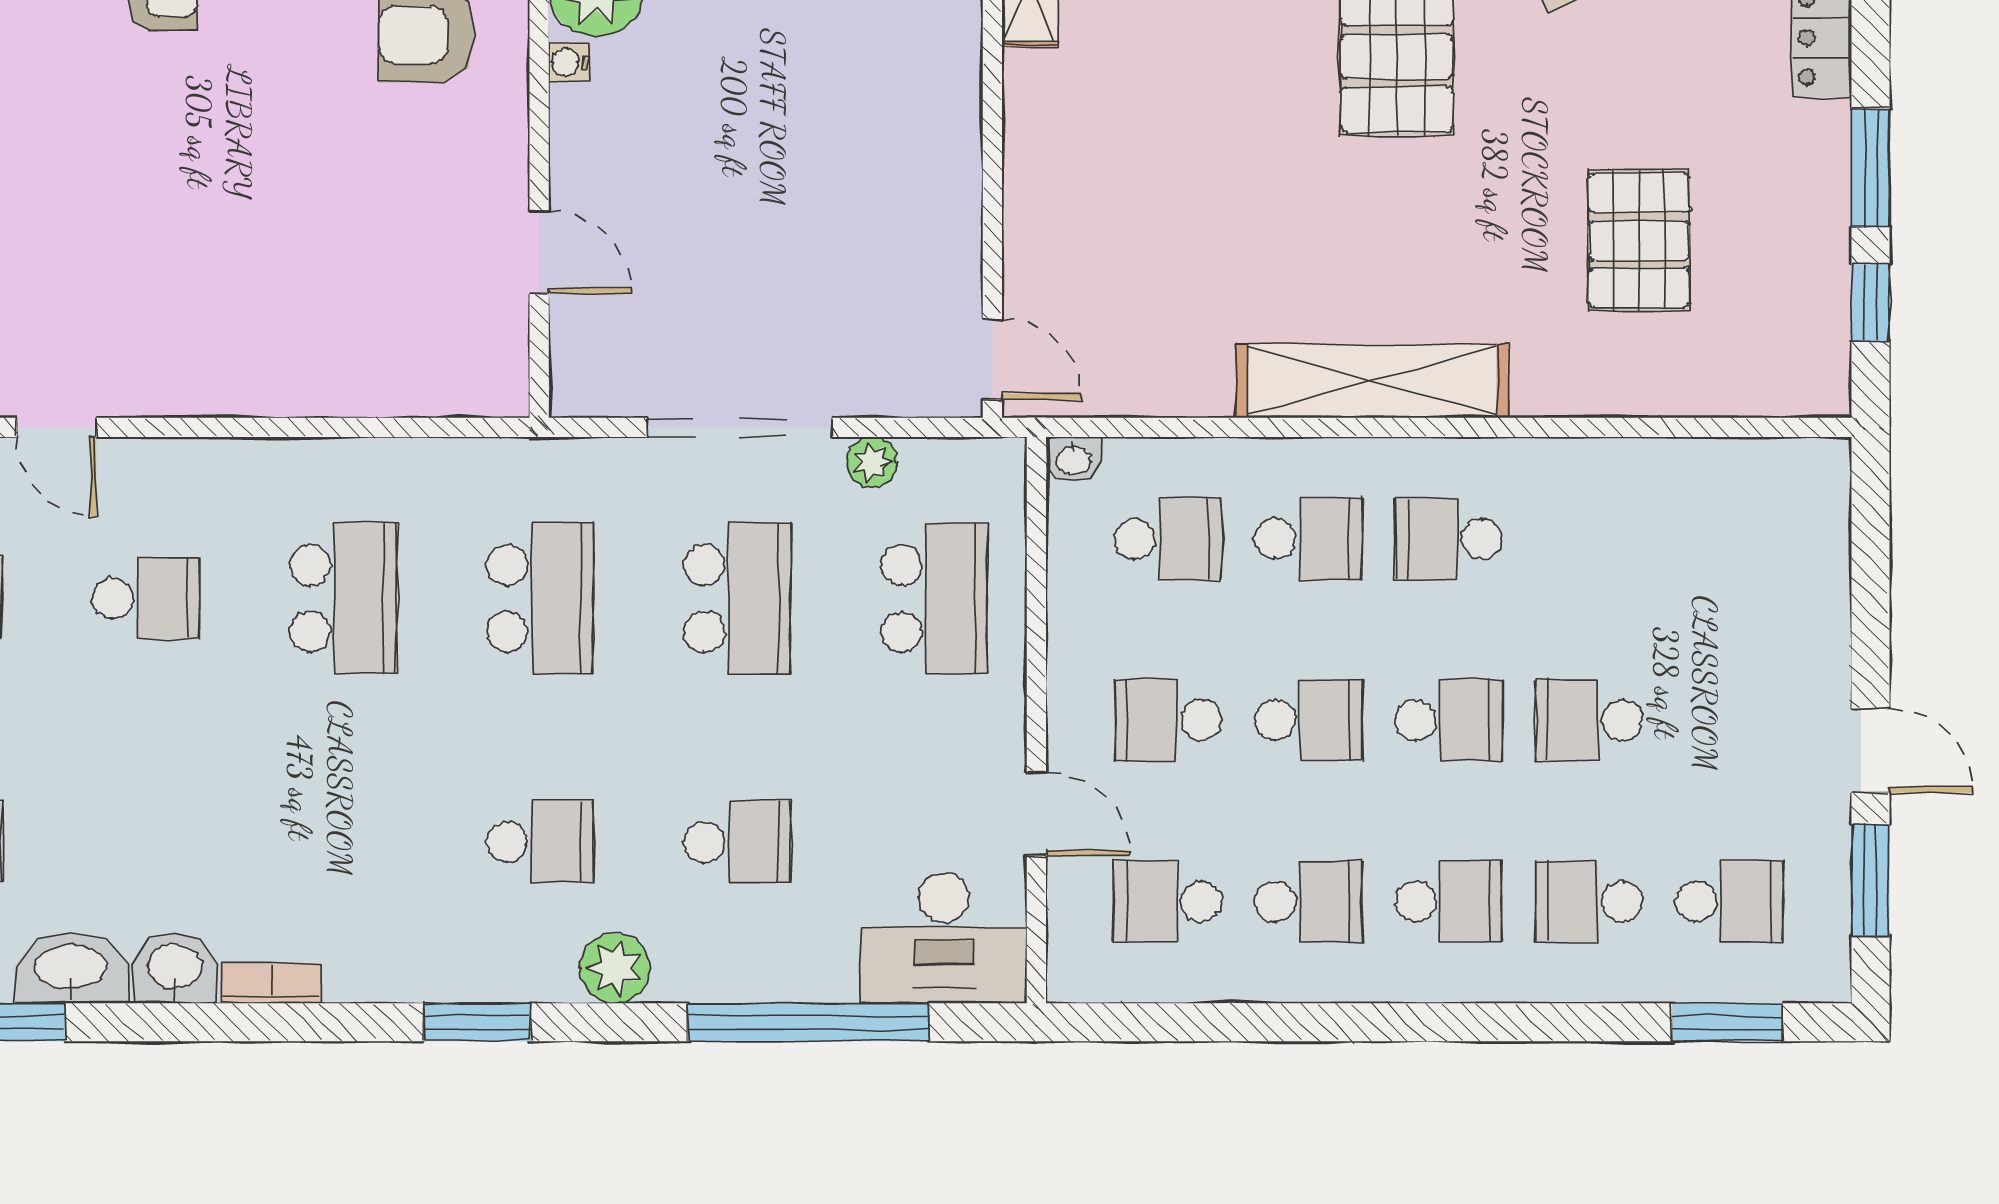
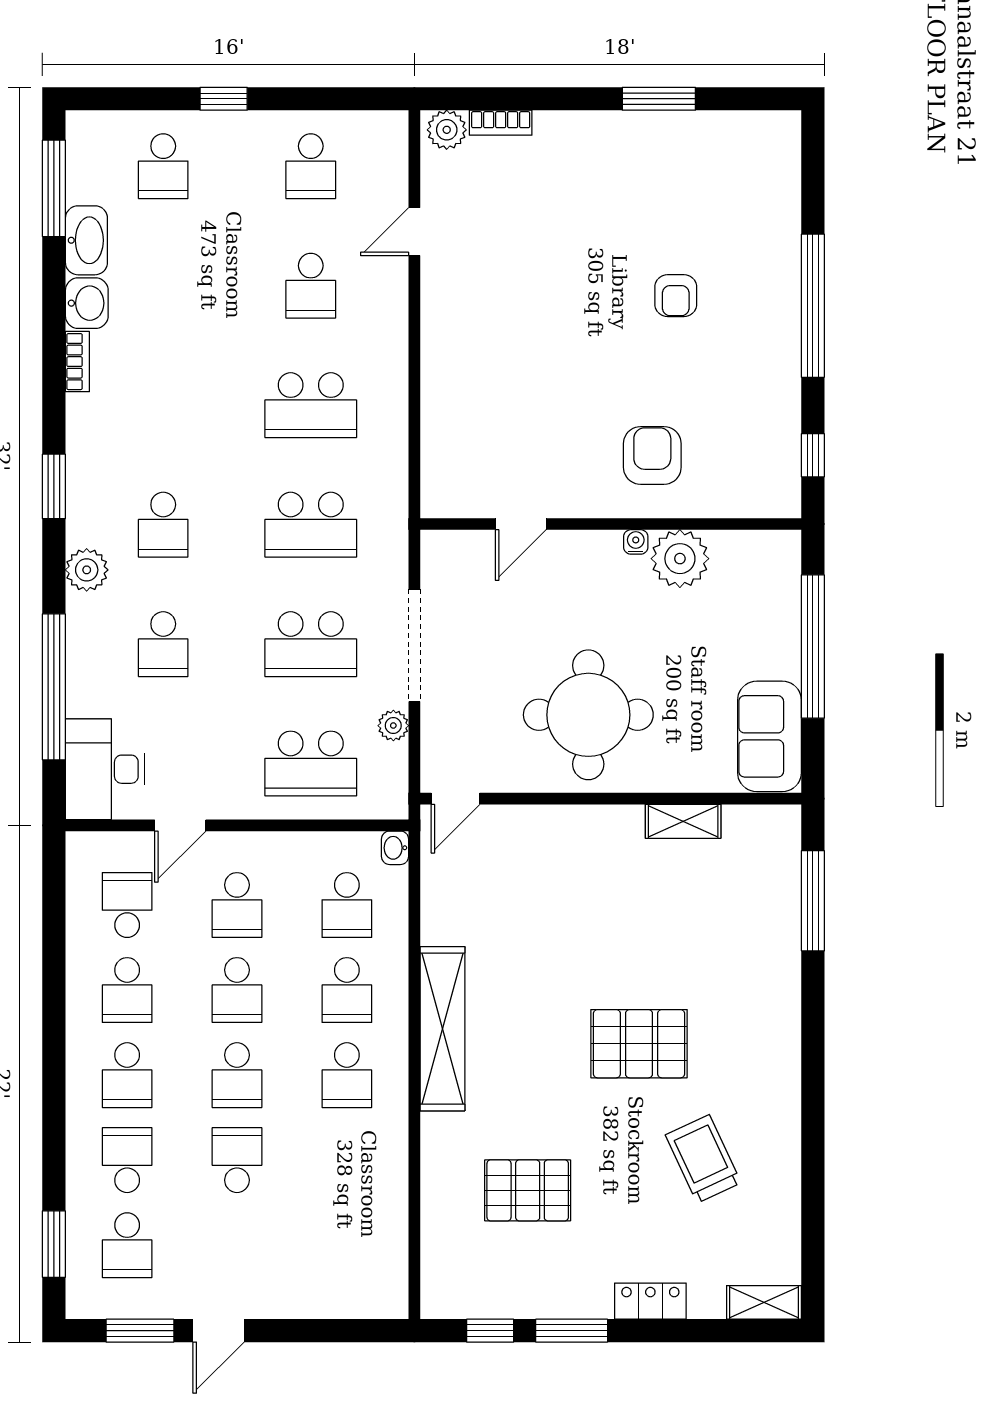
round table: (854, 140) -> (588, 715), added
school desk: (1449, 539) -> (347, 1075), turned 180
school desk: (1168, 720) -> (237, 905), turned 180

